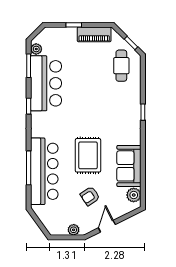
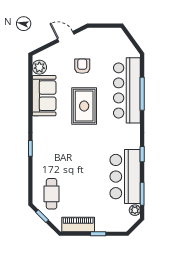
armchair: (90, 196) -> (82, 66), turned -57
door: (107, 226) -> (66, 37), swing flipped
plant: (74, 230) -> (98, 33), removed

